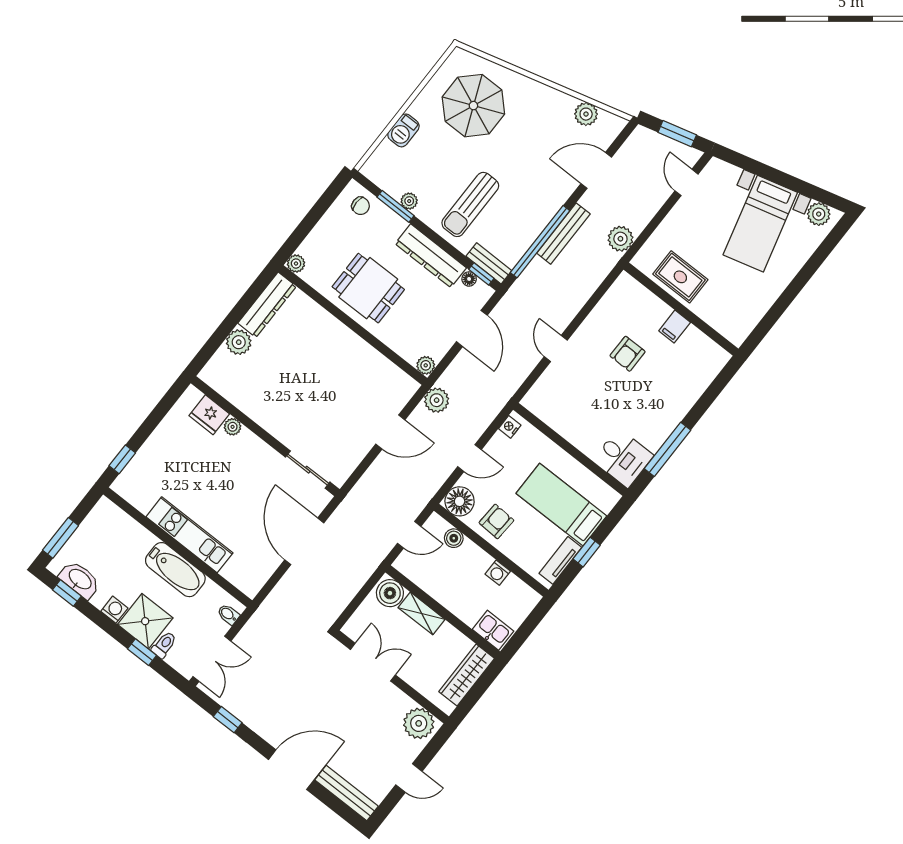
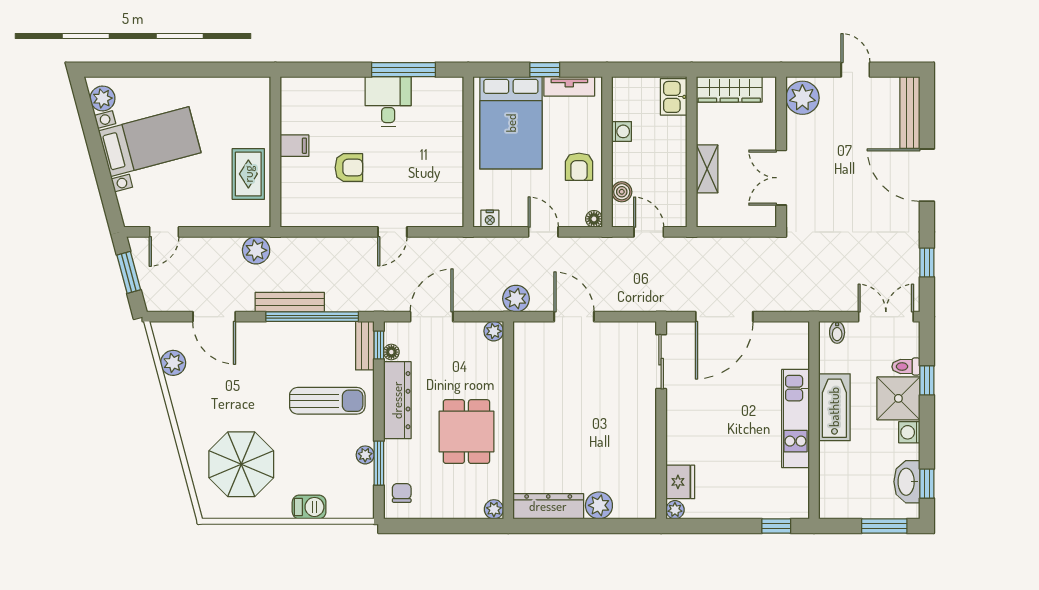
plant: (233, 427) -> (675, 510), moved
desk: (623, 458) -> (388, 102), moved
floor lamp: (460, 501) -> (594, 219), width x0.53, depth x0.53
bed: (561, 505) -> (511, 123), width x1.50
armchair: (496, 521) -> (579, 167), turned -93
boiler: (390, 593) -> (711, 209), removed

